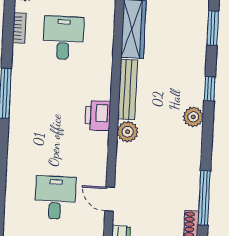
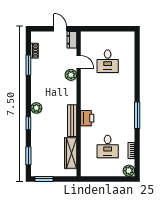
printer: (98, 116) -> (87, 118), moved
plant: (128, 132) -> (71, 75), moved
window: (204, 198) -> (28, 65), width x0.69

